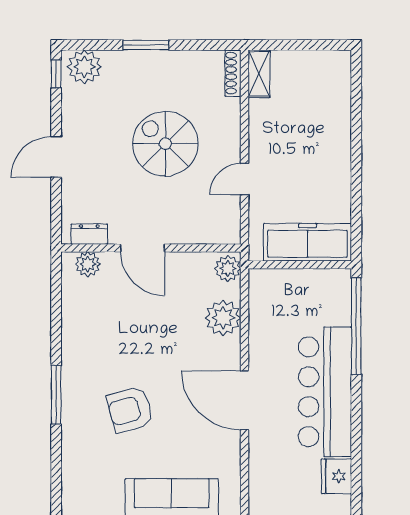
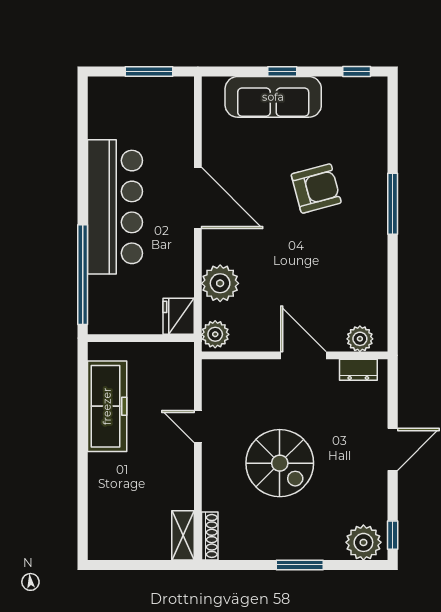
door: (245, 179) -> (198, 427), swing flipped
freezer: (307, 242) -> (107, 406), moved, turned -90
fridge: (336, 476) -> (179, 316), moved, turned 180

